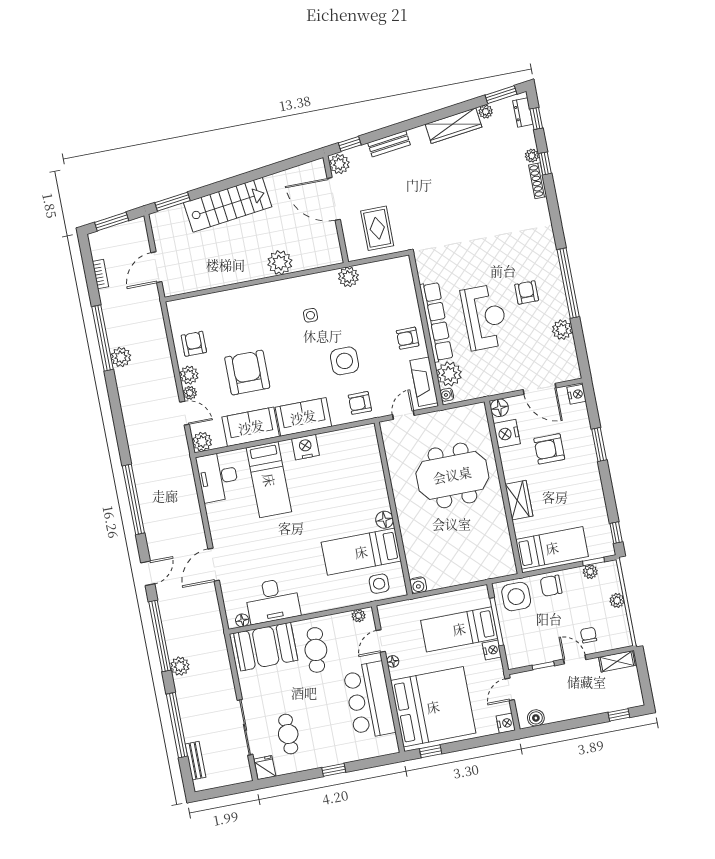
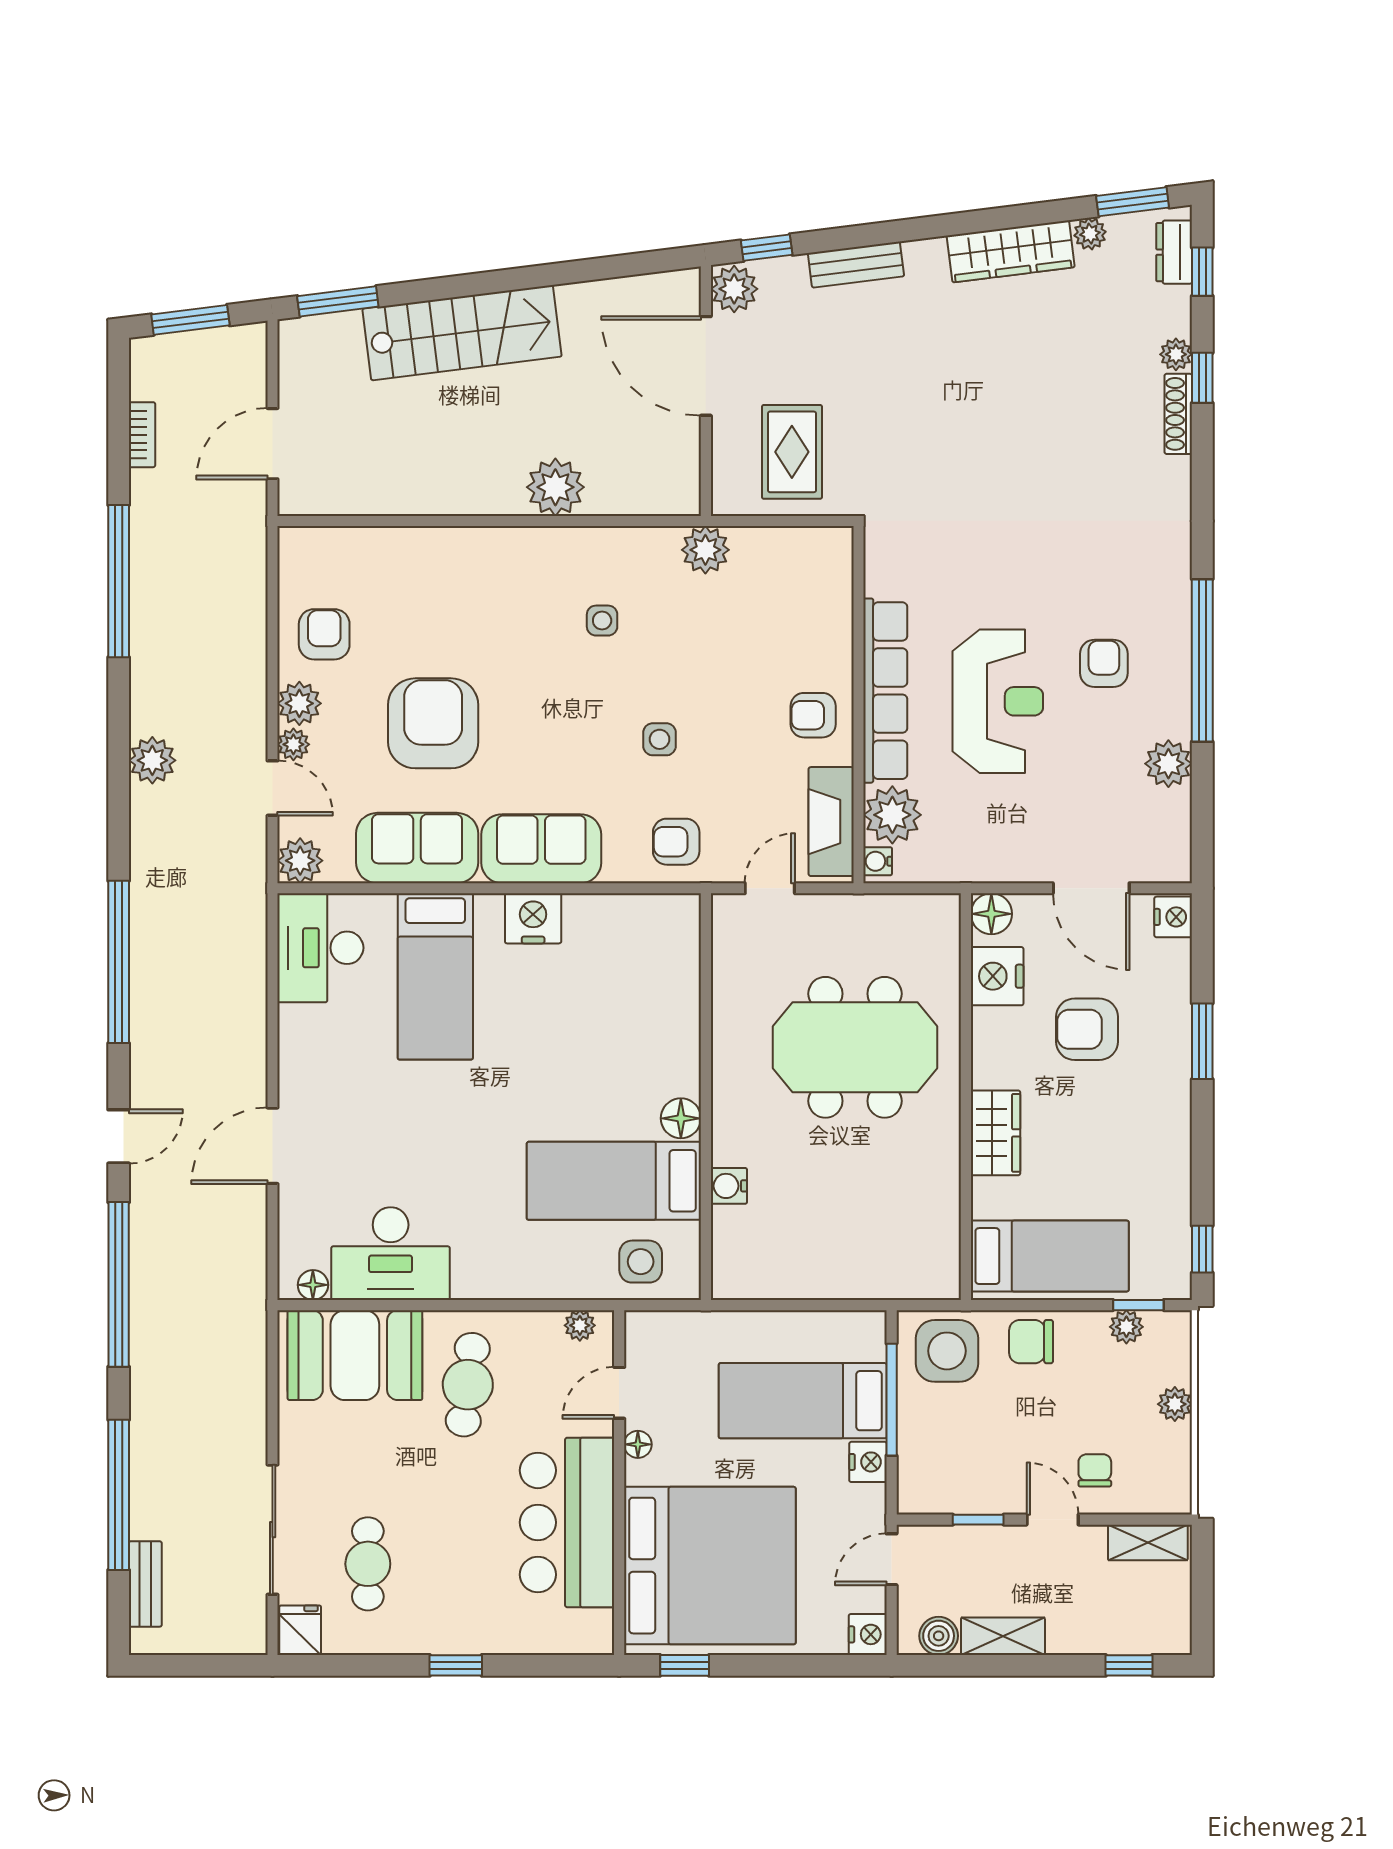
plant: (121, 357) -> (152, 760), moved
side table: (344, 361) -> (660, 739), width x0.54, depth x0.54
water cooler: (418, 585) -> (729, 1186), moved, turned 90
plant: (180, 666) -> (151, 1362), removed
shelving: (563, 713) -> (1003, 1636), added

